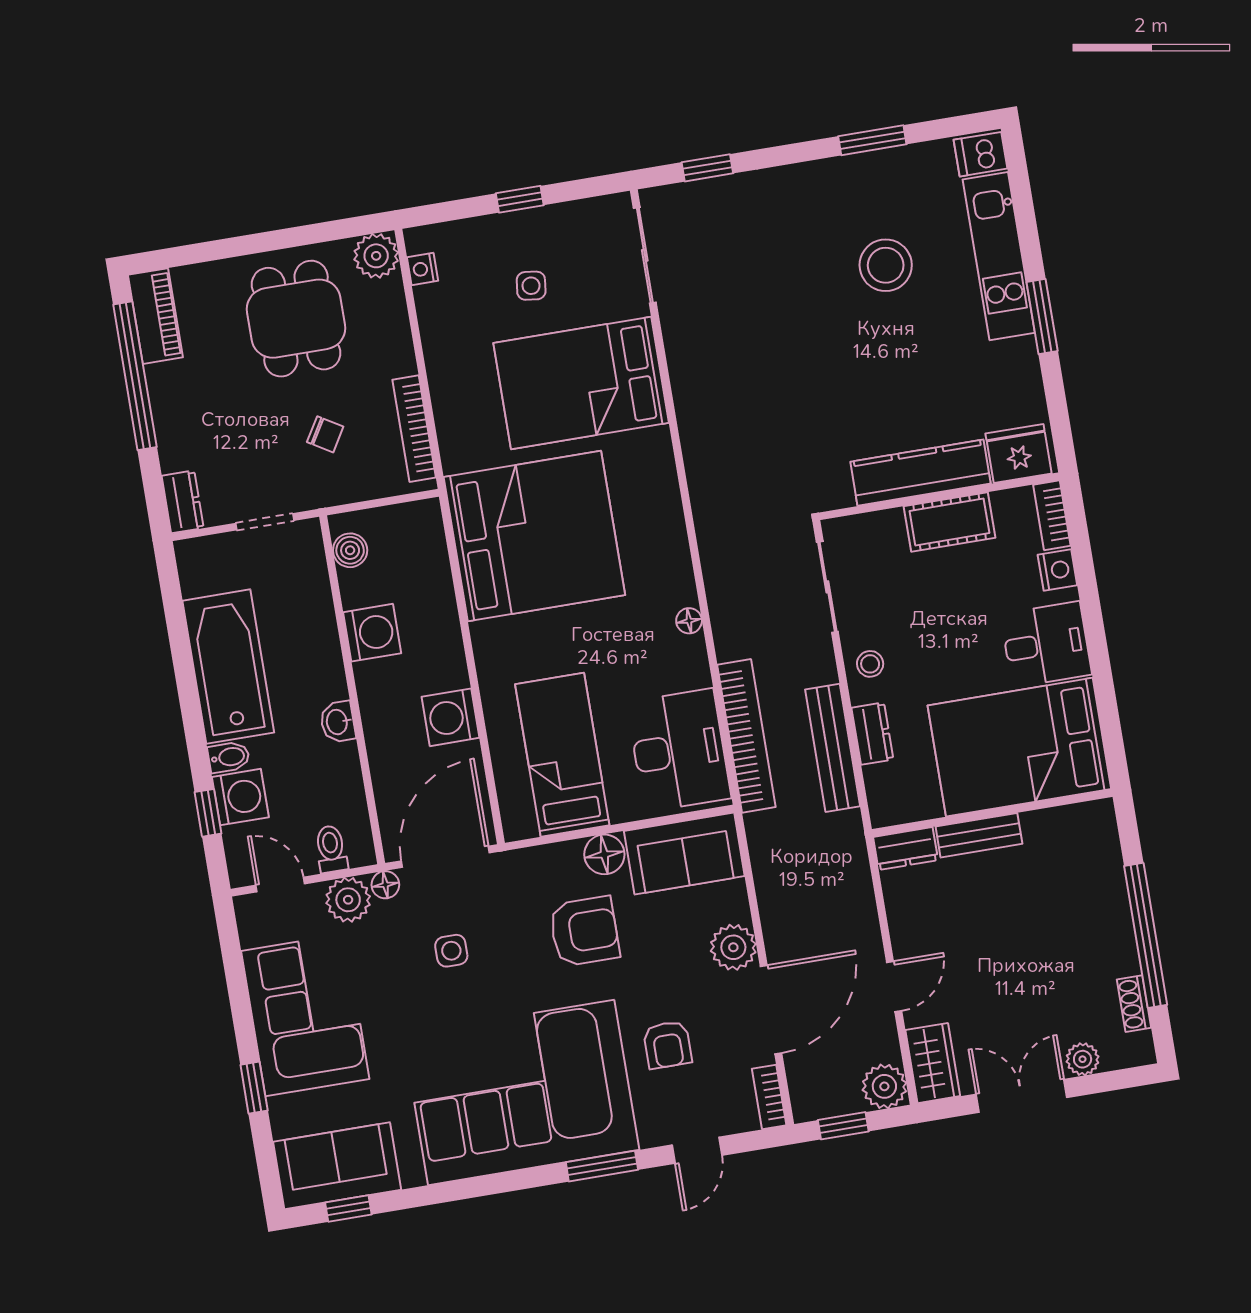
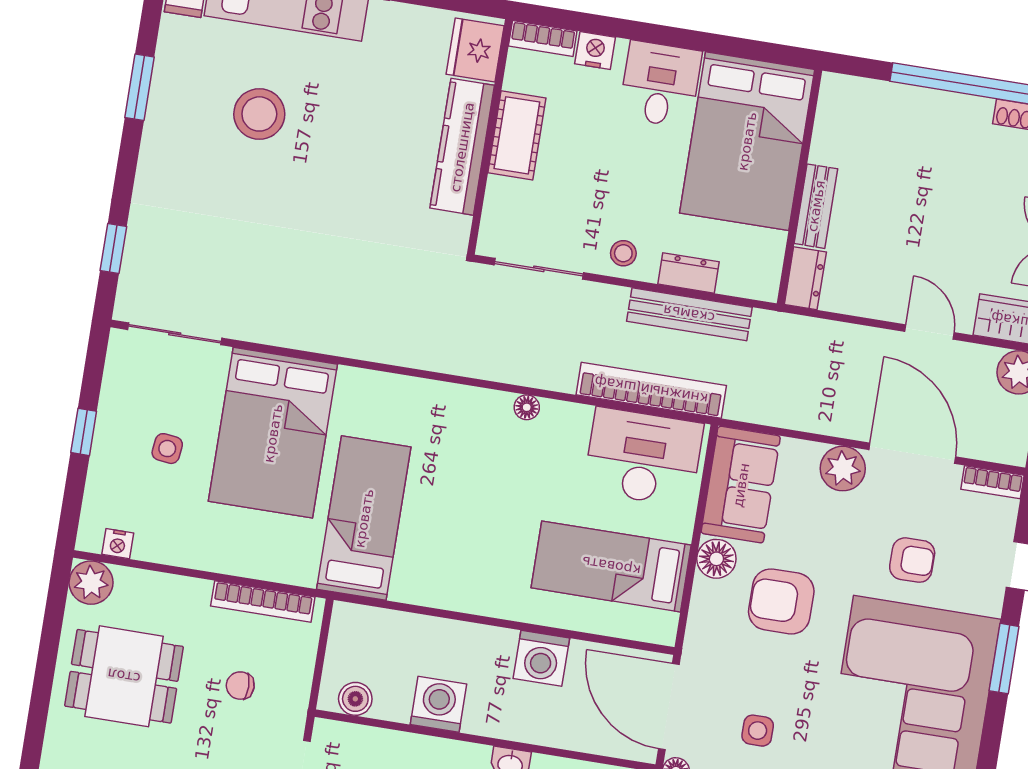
chair: (325, 434) -> (240, 686), turned -121
bed: (534, 536) -> (364, 518), width x0.49
armchair: (584, 931) -> (781, 601), turned -90

